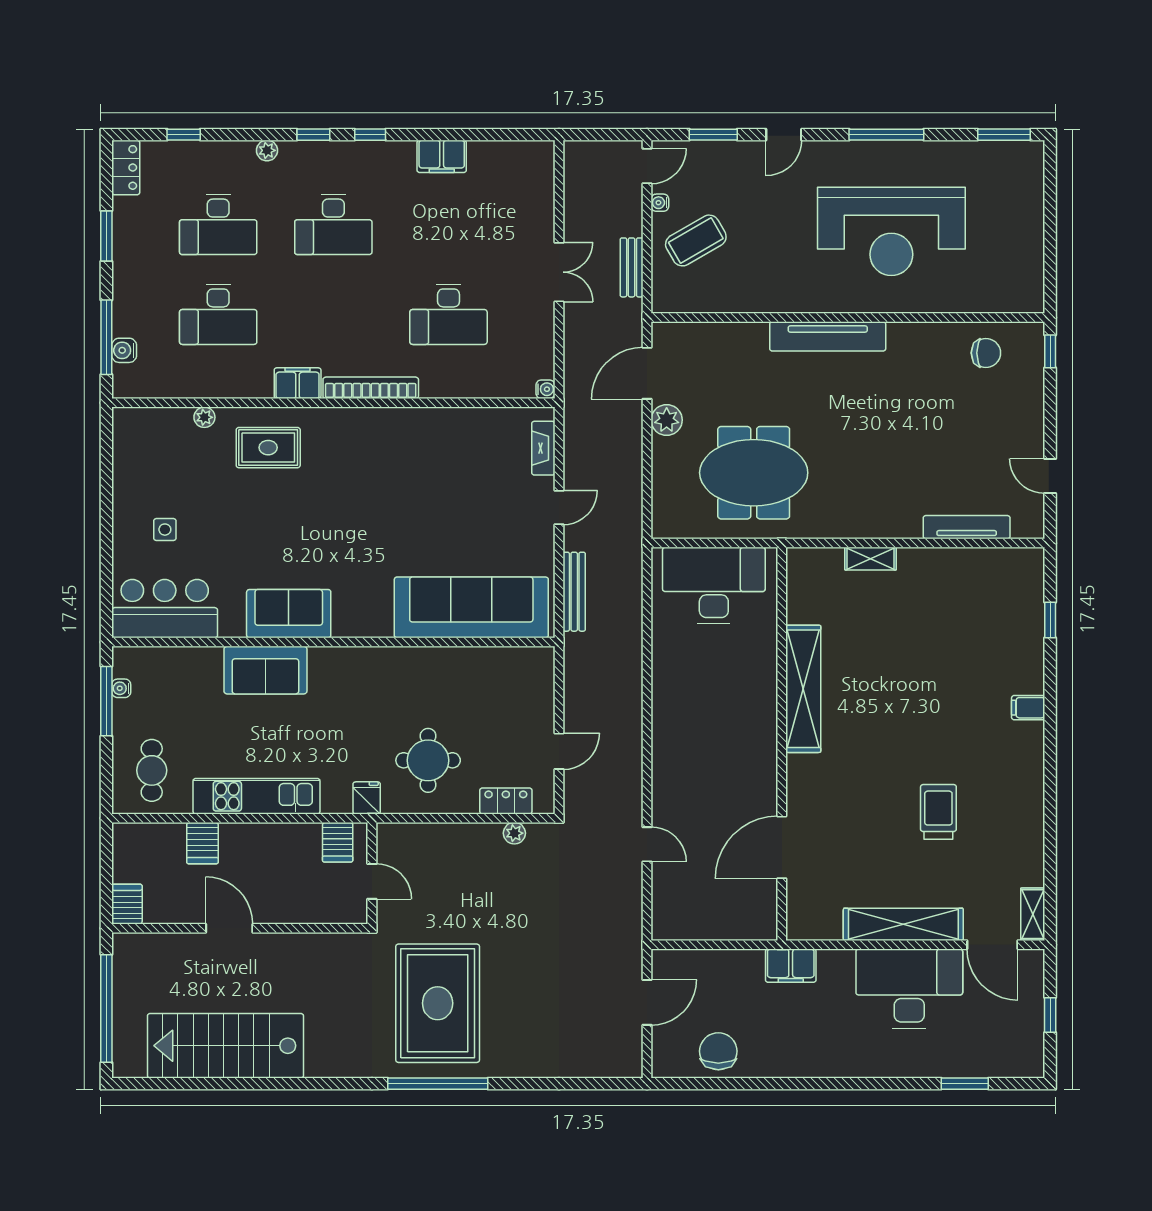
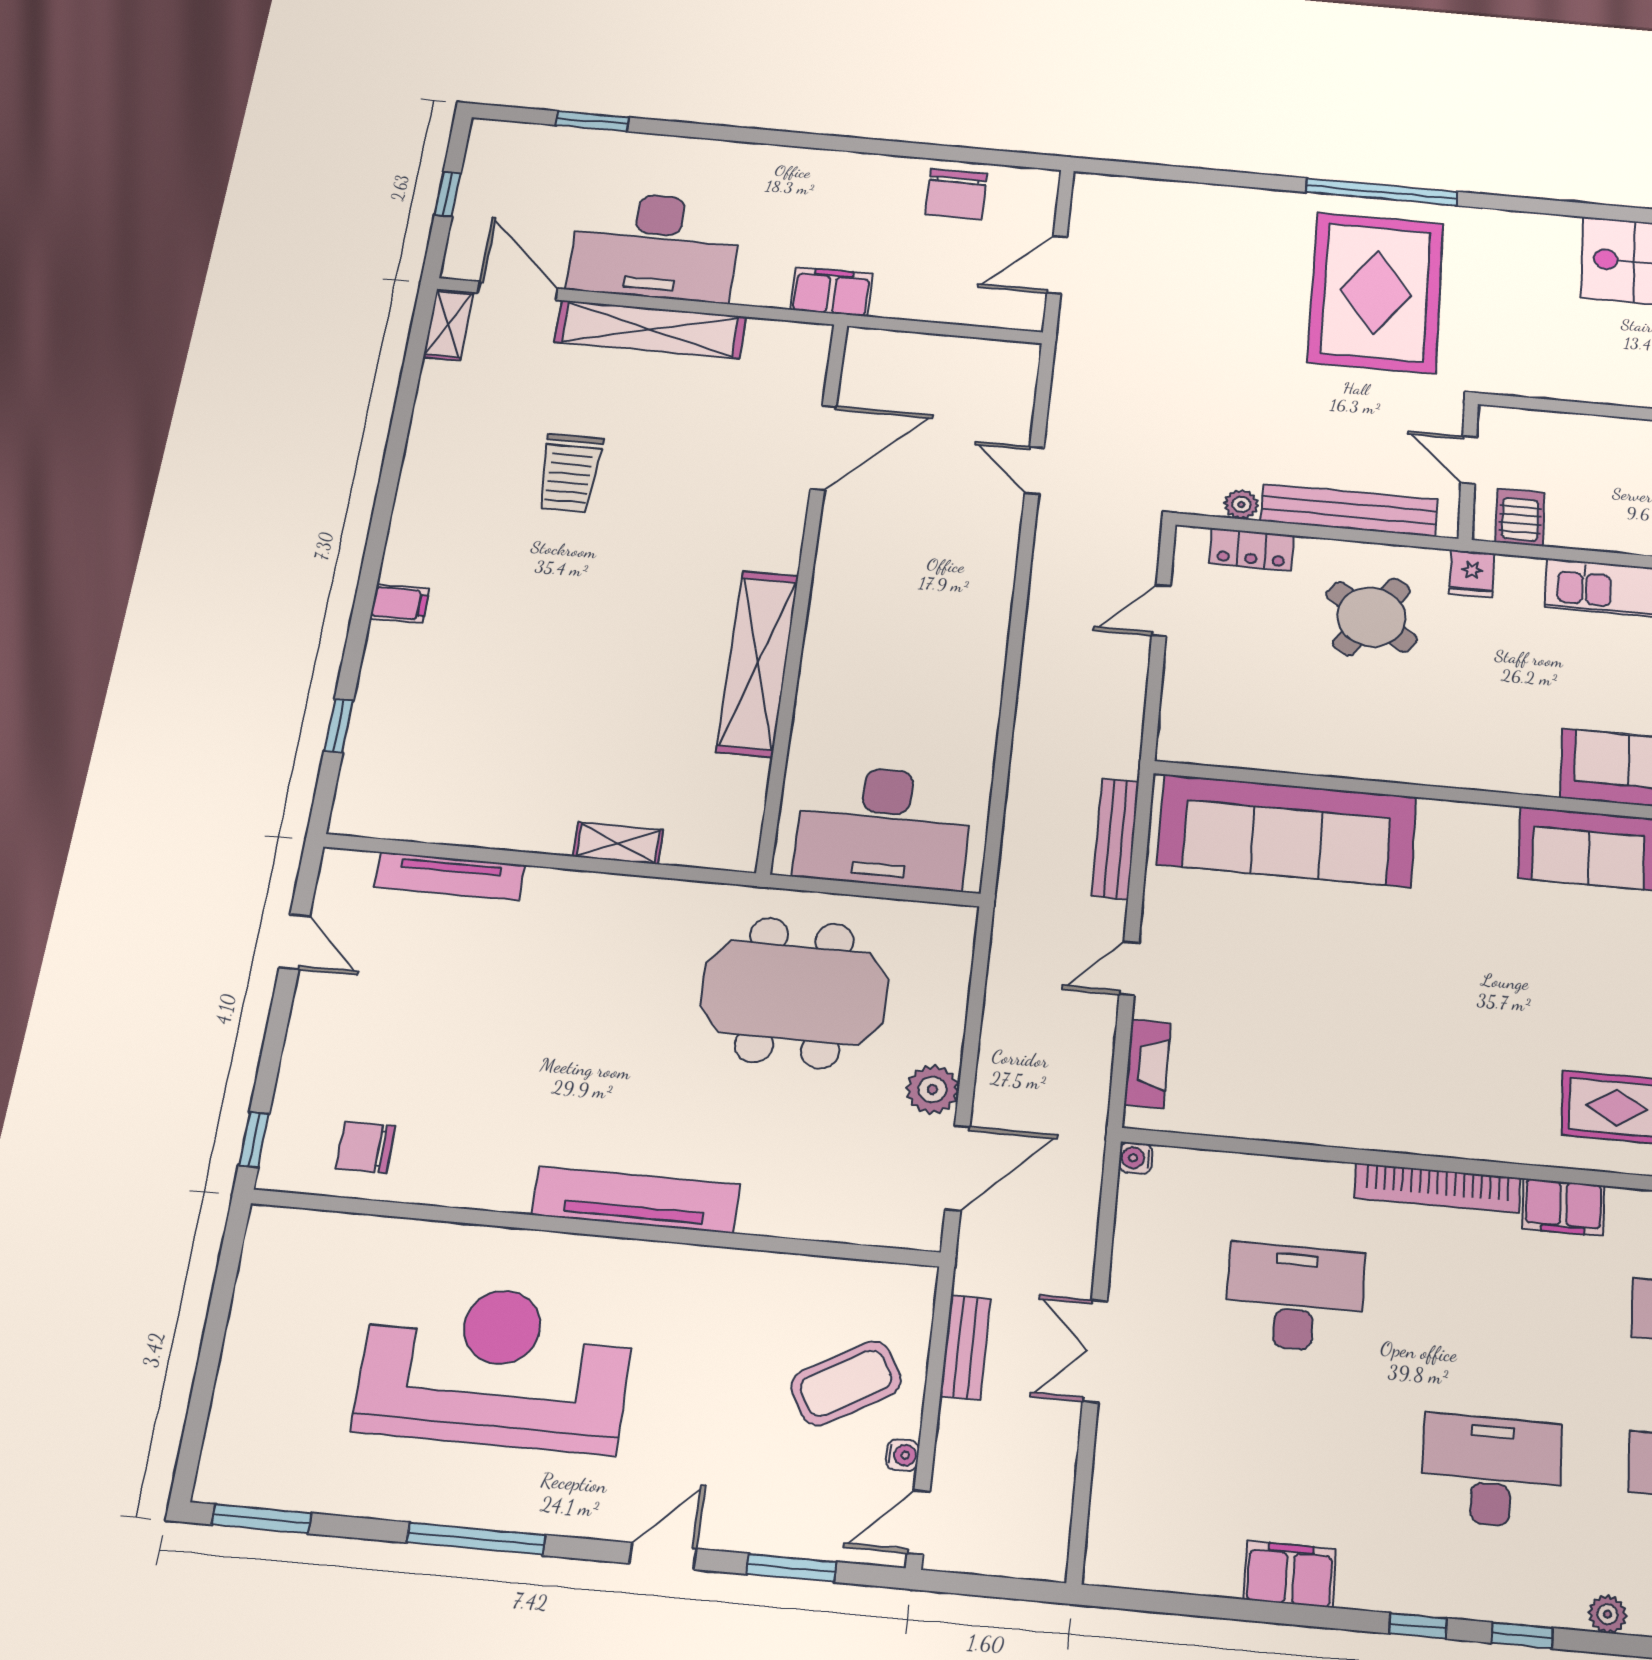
round table: (428, 760) -> (1371, 617), turned 35
bench: (446, 836) -> (1349, 510), added

